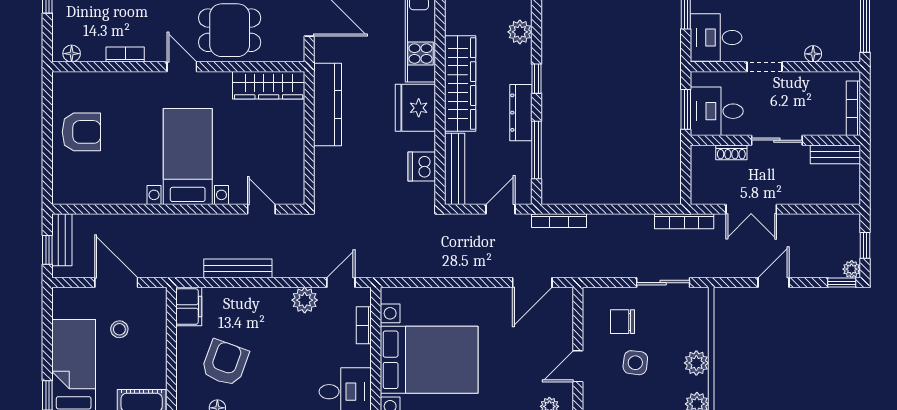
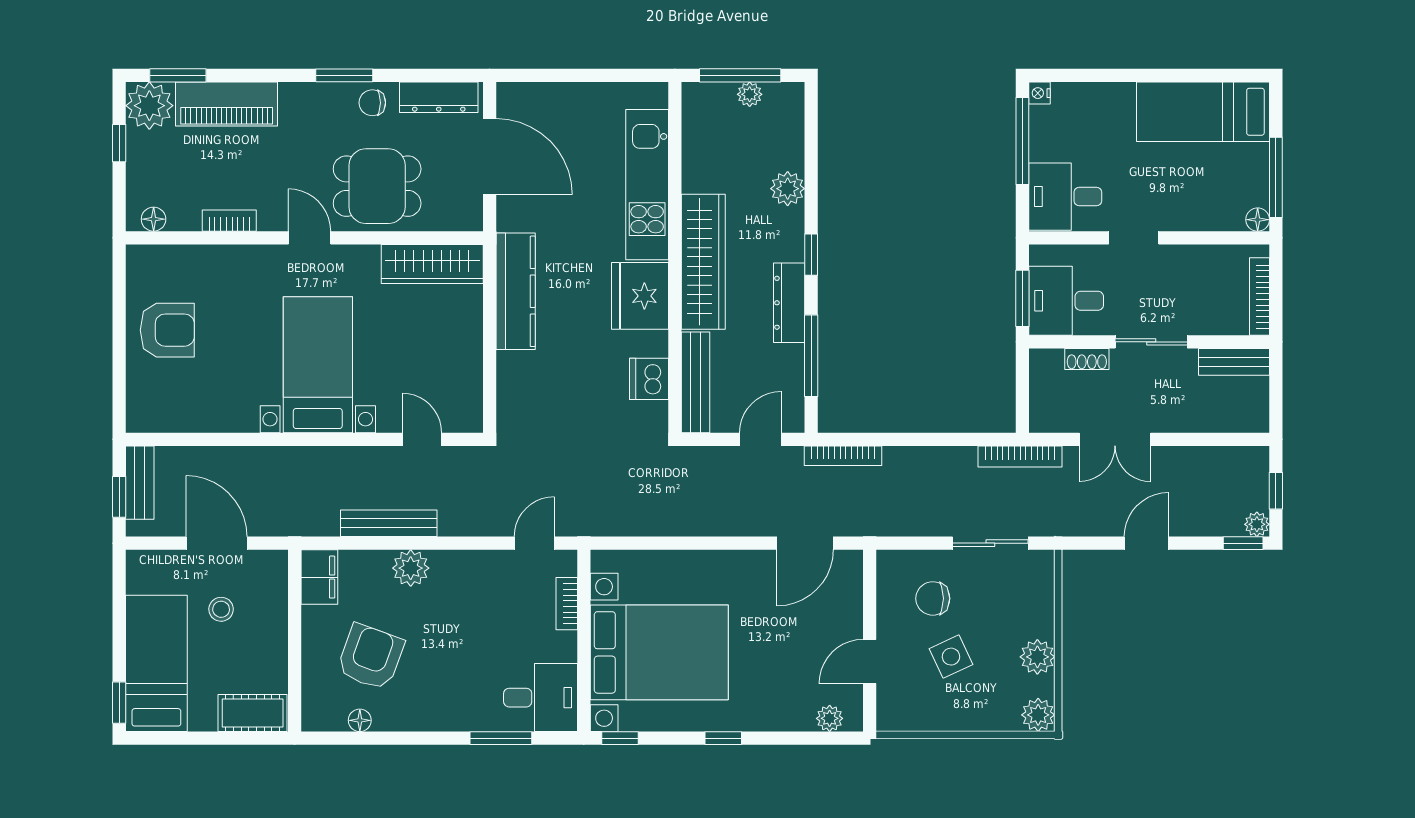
floor lamp: (813, 54) -> (1258, 220), moved
plant: (305, 300) -> (411, 568), moved
side table: (635, 363) -> (951, 657), turned -32

